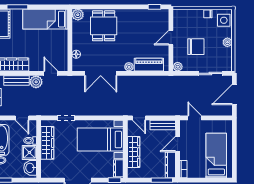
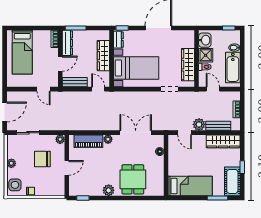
plant: (78, 15) -> (109, 190), moved

